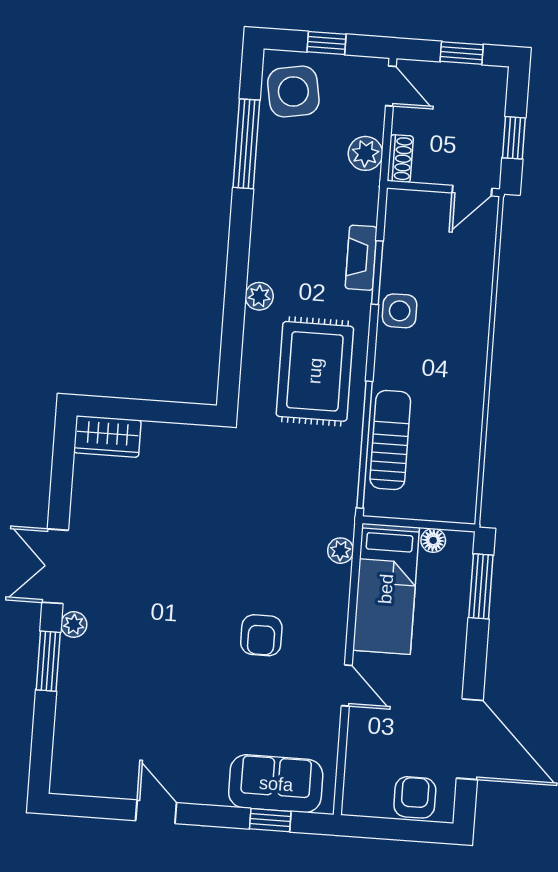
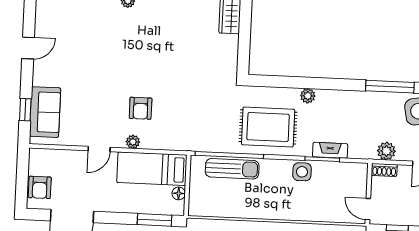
plant: (341, 551) -> (133, 142), moved
armchair: (261, 635) -> (141, 108), moved, turned -90
armchair: (415, 797) -> (40, 187), turned 90

